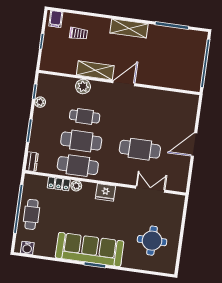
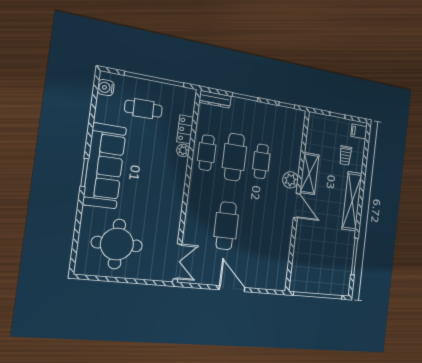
shelving: (129, 28) -> (352, 201), width x1.47
plant: (83, 86) -> (290, 180), moved
plant: (40, 102) -> (276, 111), removed
dresser: (32, 162) -> (215, 99), width x1.44
cafe table: (78, 166) -> (207, 153), width x0.73, depth x0.74
double door: (150, 189) -> (177, 261), moved
fridge: (105, 192) -> (176, 186), removed
cafe table: (31, 214) -> (143, 109), moved
round table: (152, 241) -> (117, 244), width x1.36, depth x1.36

